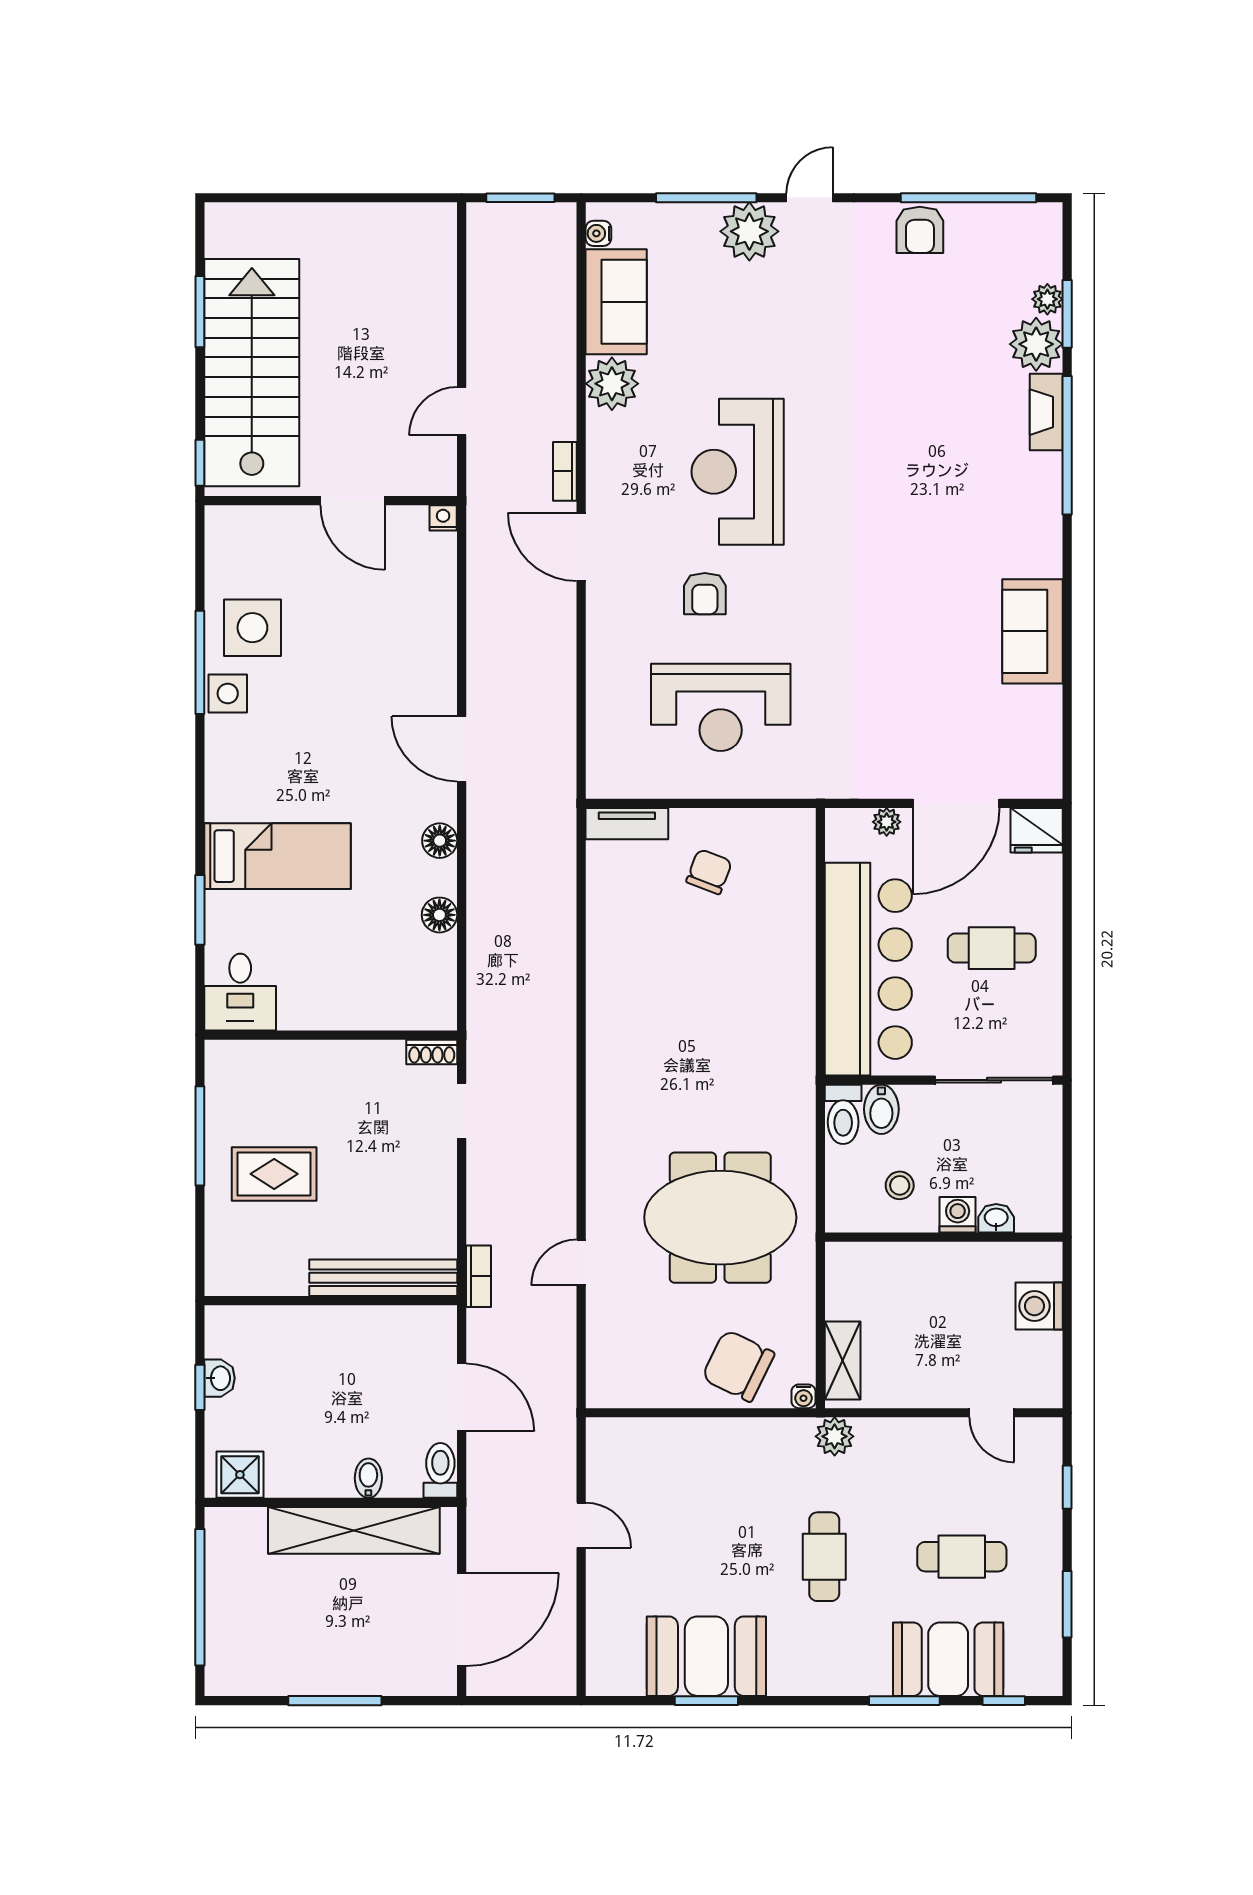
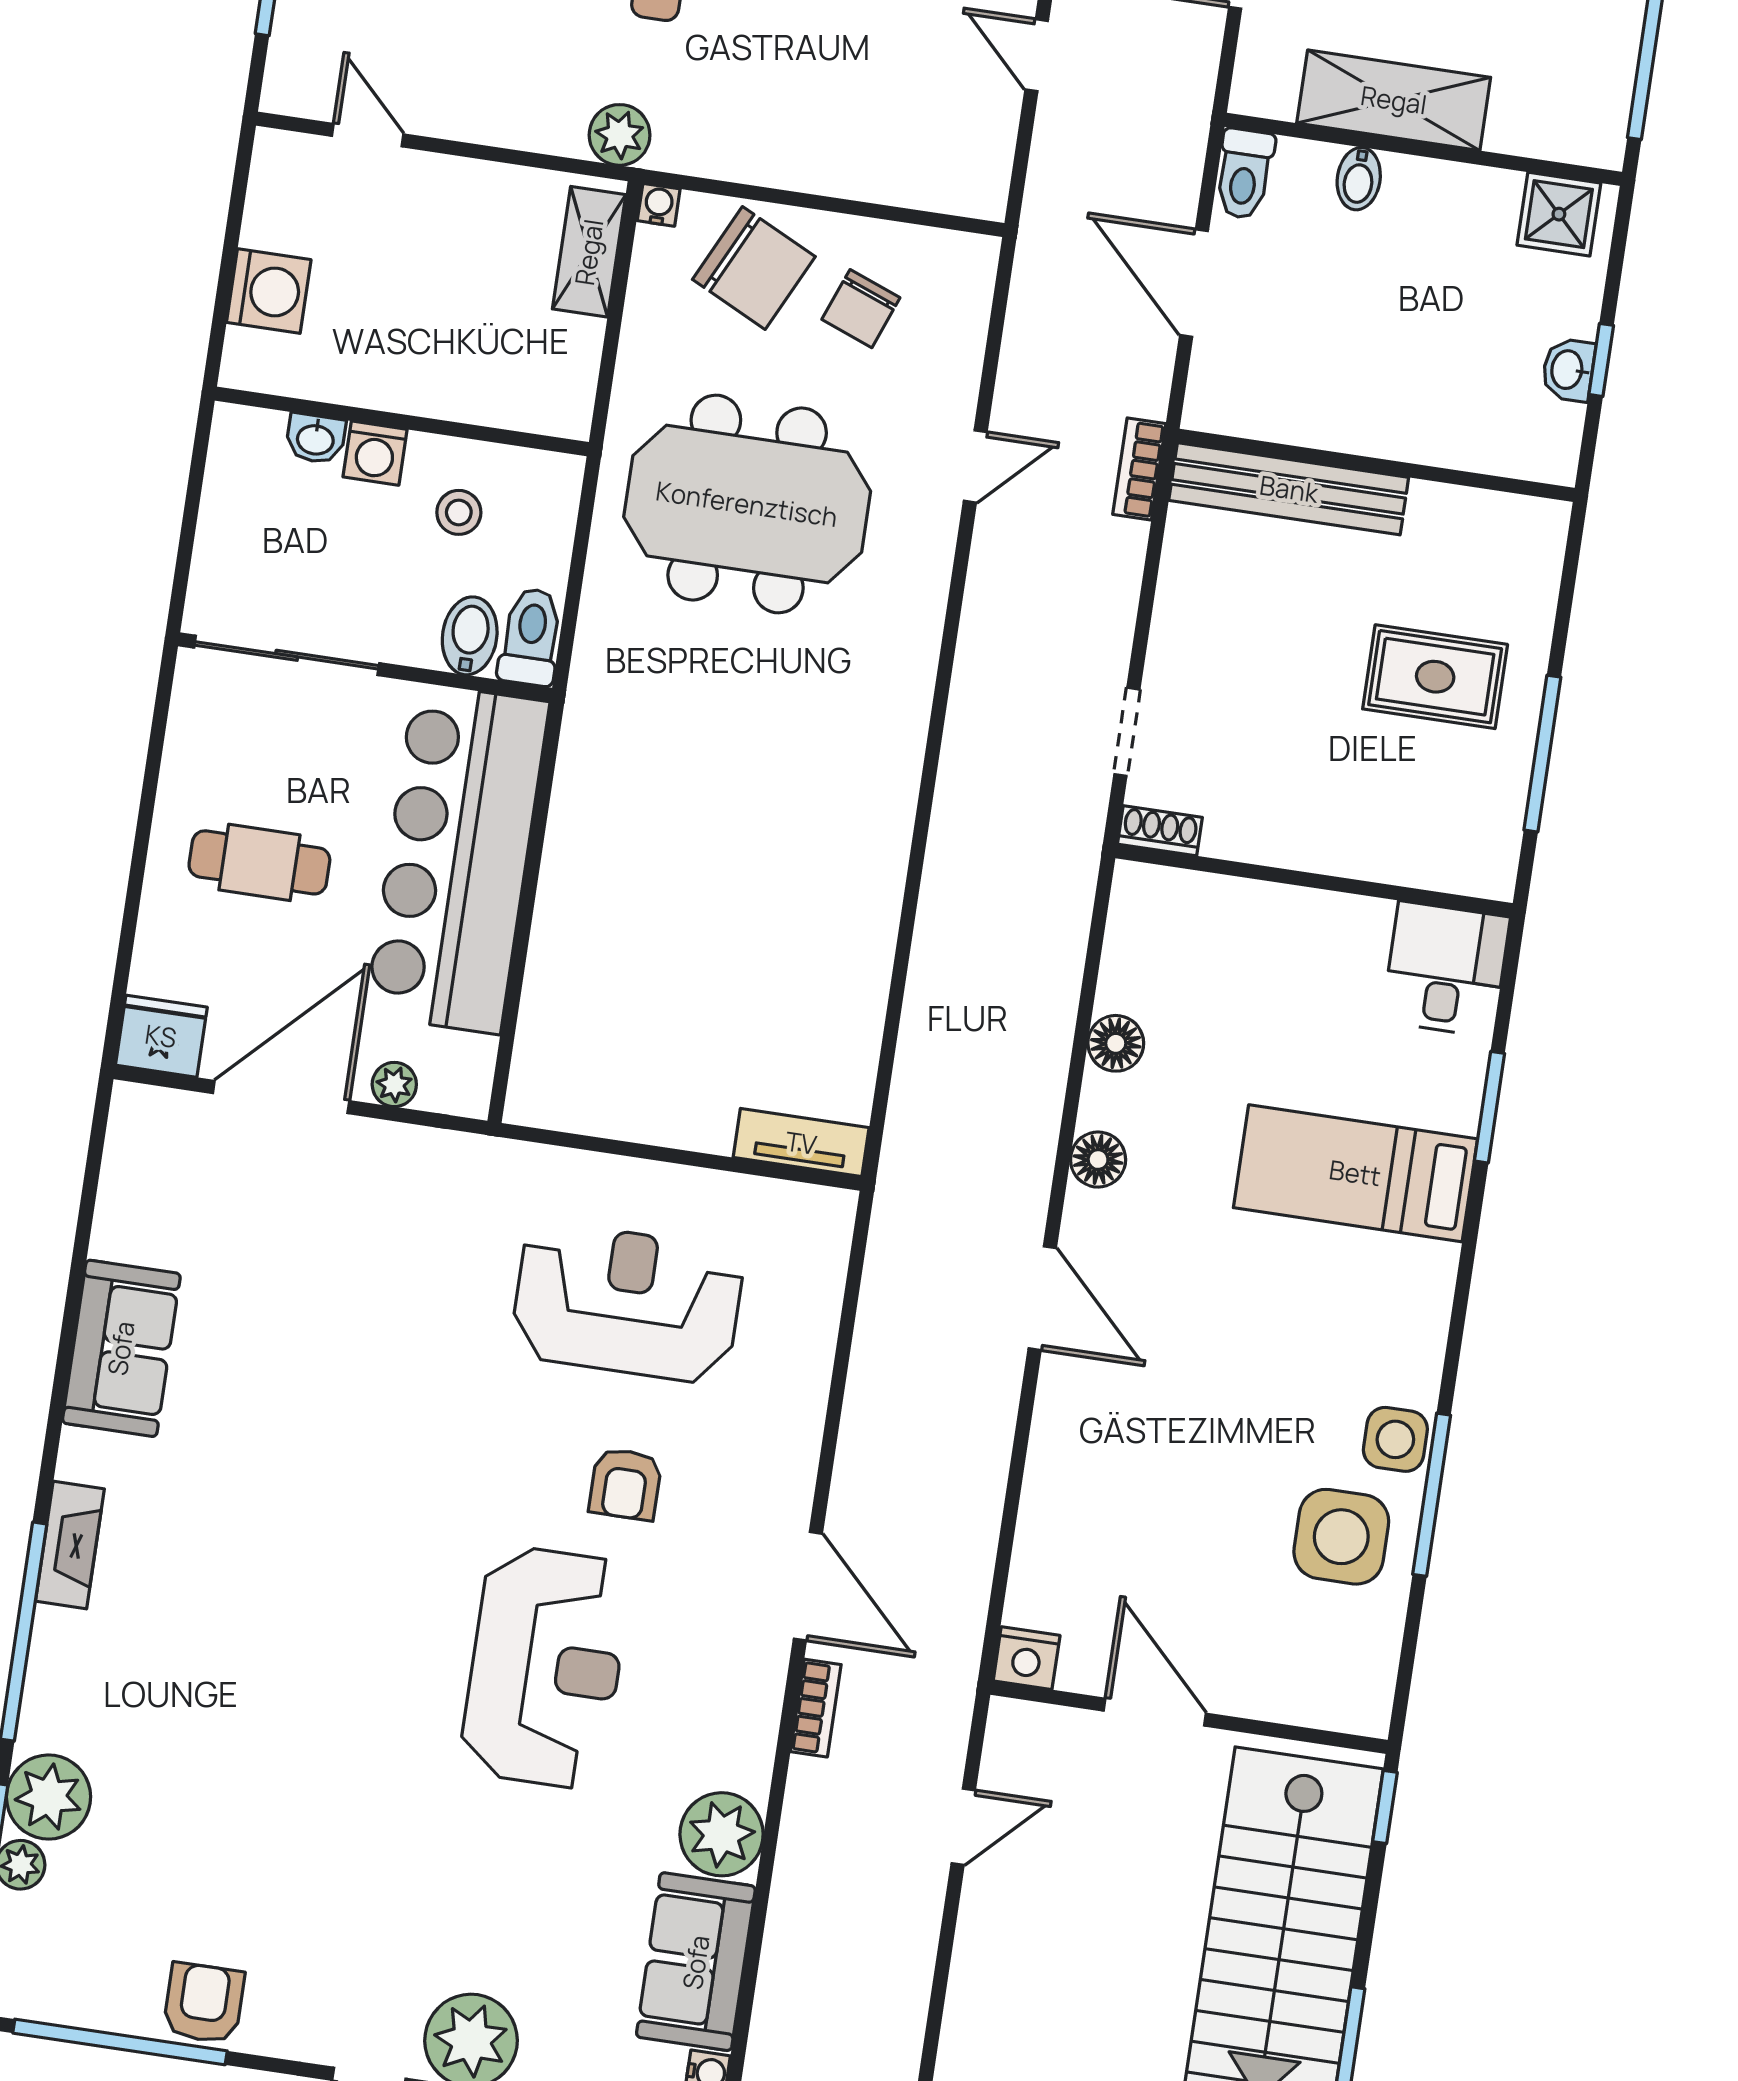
fireplace: (1046, 412) -> (70, 1545), moved
nightstand: (443, 518) -> (1027, 1658), width x1.39, depth x1.35
armchair: (705, 594) -> (625, 1484), turned 180
chair: (709, 872) -> (861, 309), moved
shelving: (354, 1530) -> (1394, 100), width x0.68

